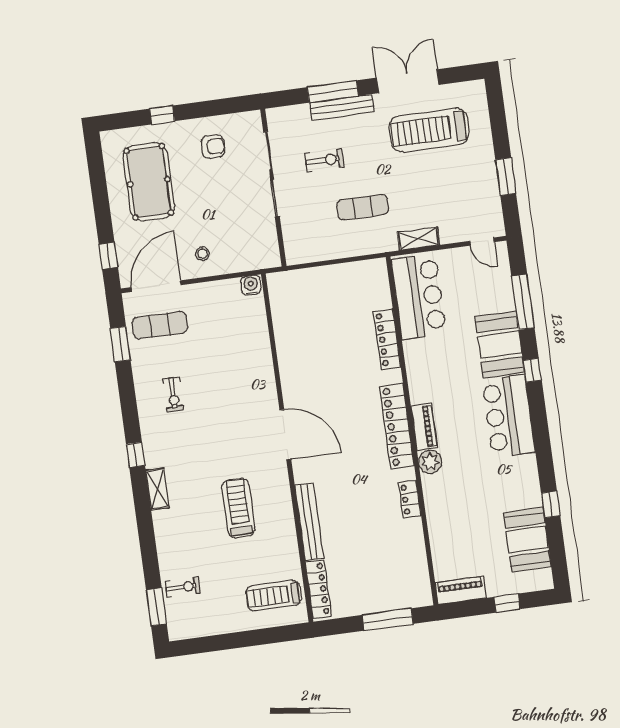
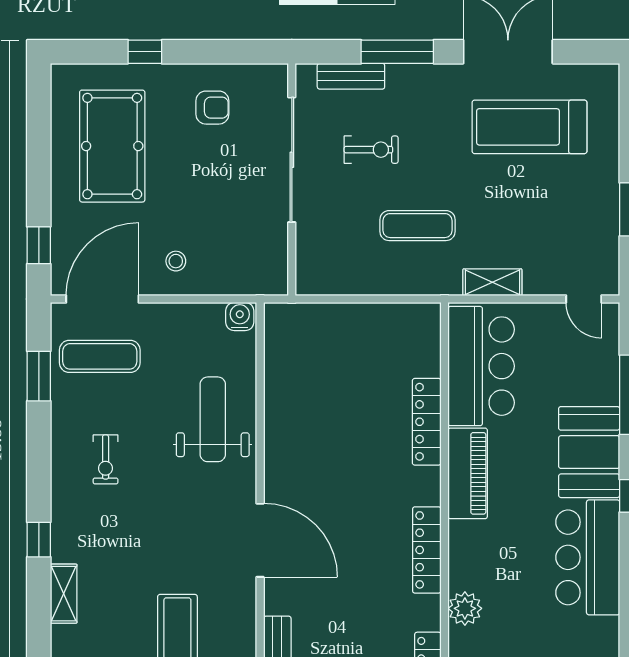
bench: (342, 107) -> (351, 76), moved, width x0.73
weight bench: (242, 357) -> (213, 419), added
locker: (397, 426) -> (427, 550), width x0.71, depth x0.83
piano: (424, 427) -> (468, 473), moved, width x1.37, depth x1.33

